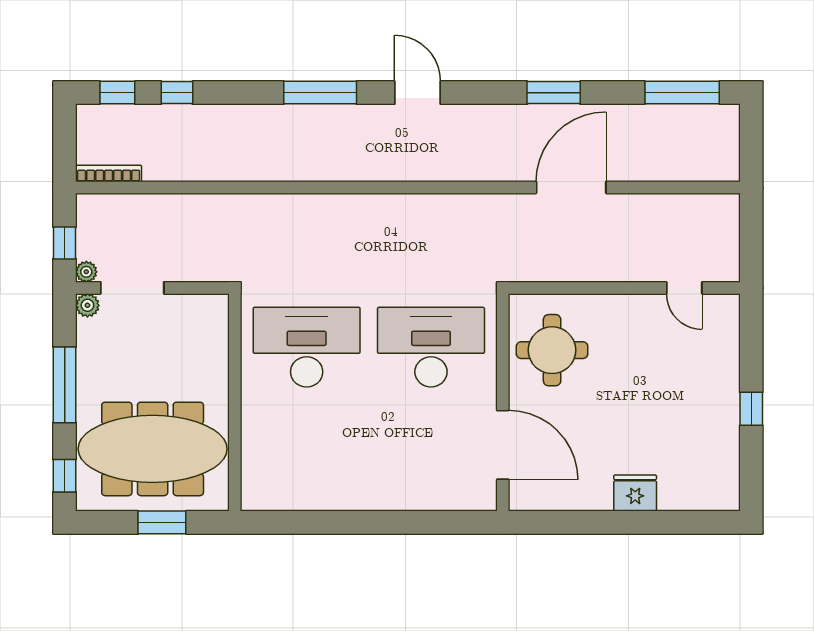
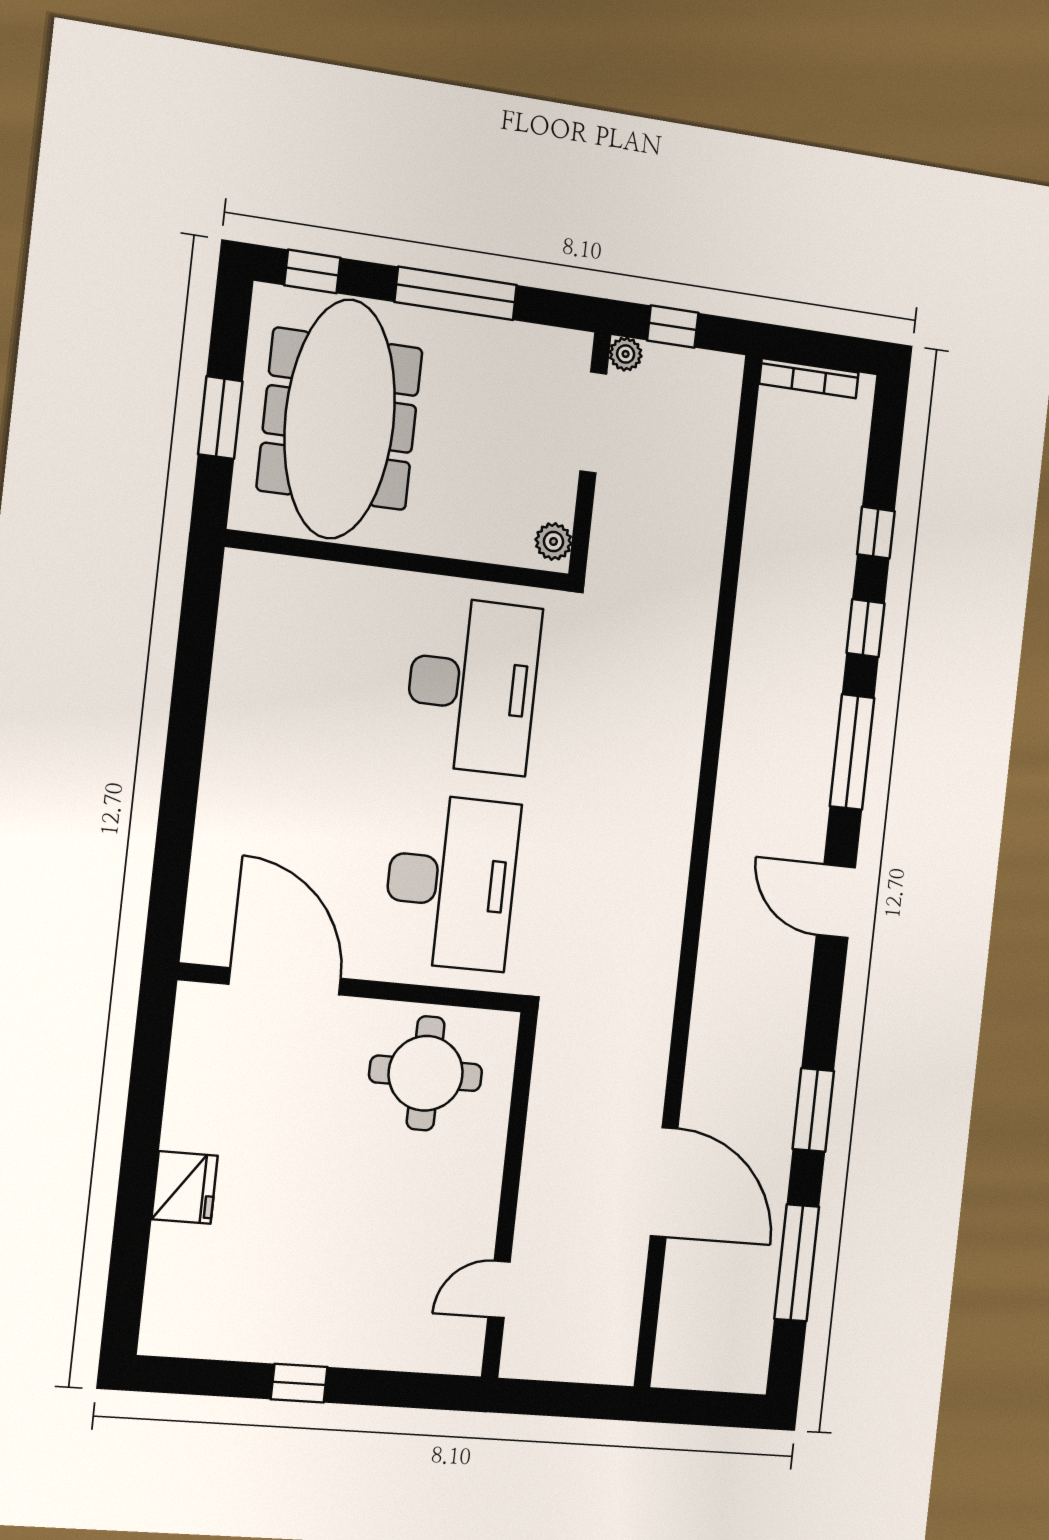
window: (117, 93) -> (865, 628), moved
door: (418, 93) -> (836, 901), swing flipped
window: (682, 93) -> (797, 1263), moved
bookcase: (109, 173) -> (809, 378), moved, turned 90
door: (571, 187) -> (664, 1182), moved
plant: (87, 305) -> (553, 542), moved
door: (503, 445) -> (285, 981), swing flipped

